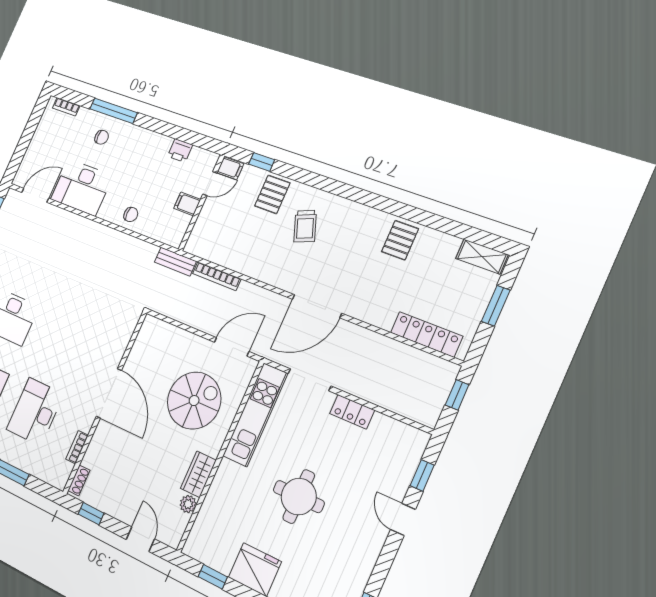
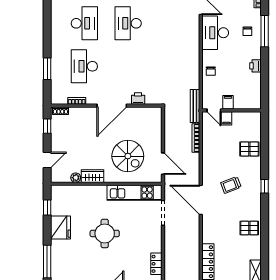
printer: (180, 151) -> (255, 66), moved
window: (262, 162) -> (265, 186), moved
filing cabinet: (230, 168) -> (227, 118), moved
door: (210, 184) -> (214, 110), moved
trolley: (305, 226) -> (231, 185), moved
bench: (175, 262) -> (195, 106), width x1.36
printer: (118, 346) -> (138, 99), added
desk: (35, 412) -> (84, 66), turned -90
locker: (352, 412) -> (156, 264), moved

